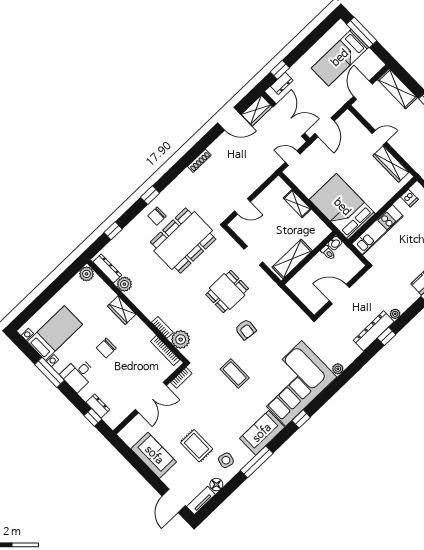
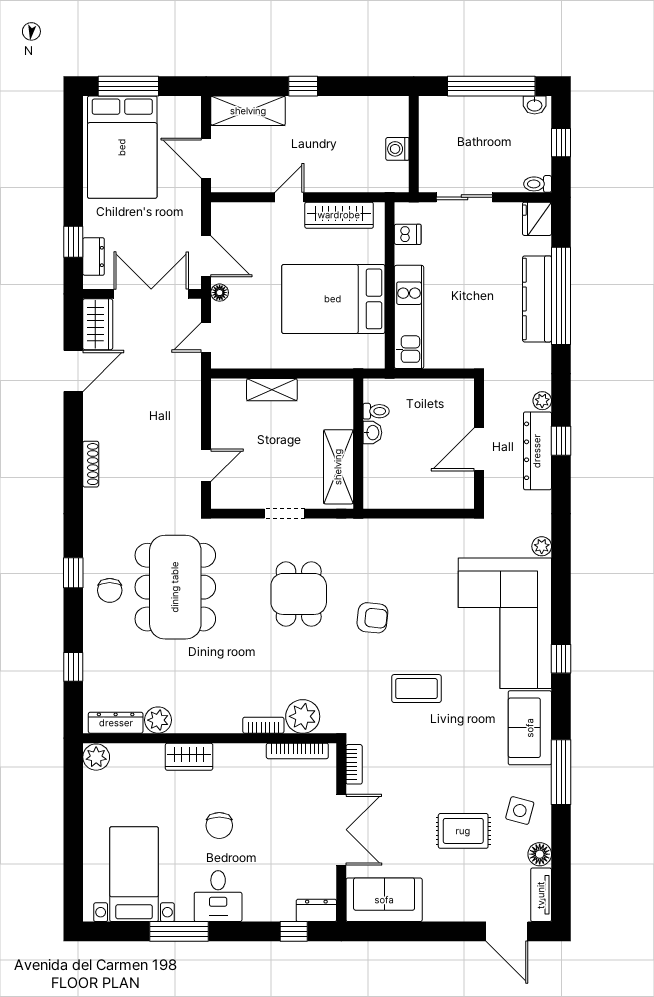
bed: (340, 58) -> (122, 147), width x1.50
floor lamp: (315, 146) -> (220, 293), added
bed: (342, 207) -> (333, 299), moved
washbasin: (335, 243) -> (372, 433), moved
wall: (342, 292) -> (479, 444), moved
door: (339, 294) -> (479, 449), moved
dresser: (98, 406) -> (316, 910), moved
sofa: (154, 455) -> (384, 900), moved

